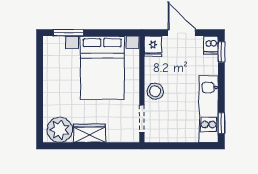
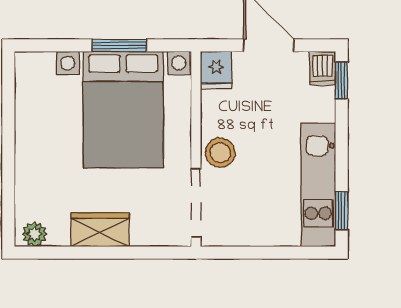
window: (68, 33) -> (119, 45), moved
doorway: (142, 119) -> (196, 203), width x1.38
plant: (60, 130) -> (34, 234), width x0.53, depth x0.53

